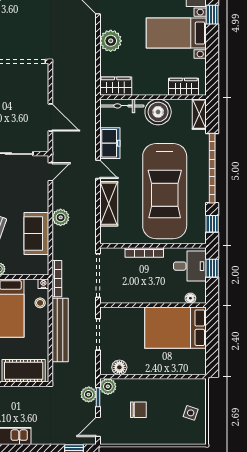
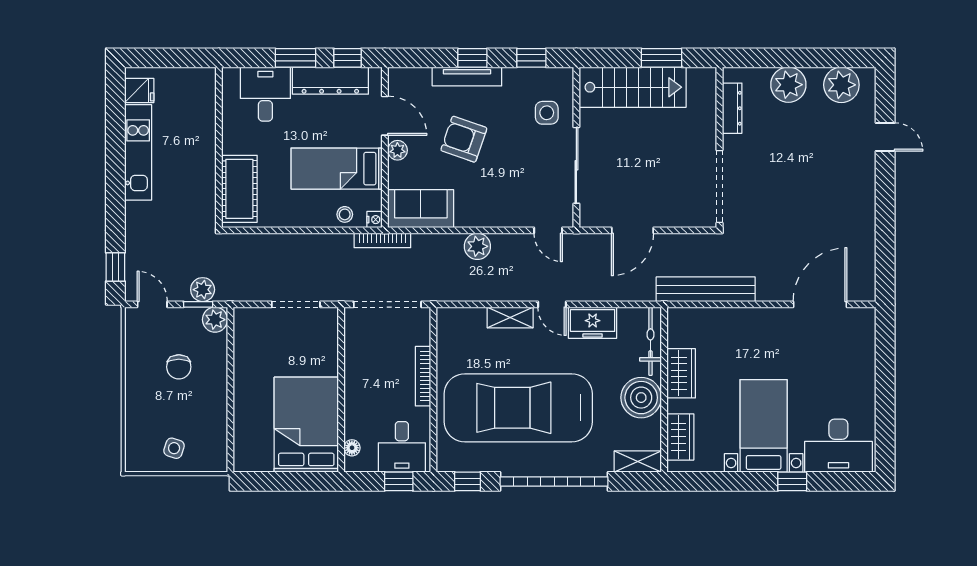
plant: (111, 41) -> (752, 324), removed
wardrobe: (116, 86) -> (681, 373), moved
door: (98, 169) -> (552, 304), hinge flipped
shelving: (109, 204) -> (510, 317), width x0.67, depth x0.75
sofa: (36, 233) -> (421, 209), moved
bench: (60, 330) -> (706, 289), moved
floor lamp: (119, 367) -> (245, 337), removed

